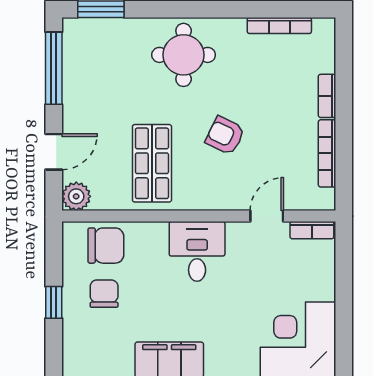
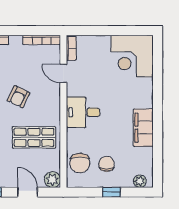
bookcase: (327, 153) -> (42, 40), moved
chair: (106, 246) -> (80, 163), turned 180
chair: (104, 294) -> (107, 164), turned 90
plant: (73, 353) -> (140, 181), added

